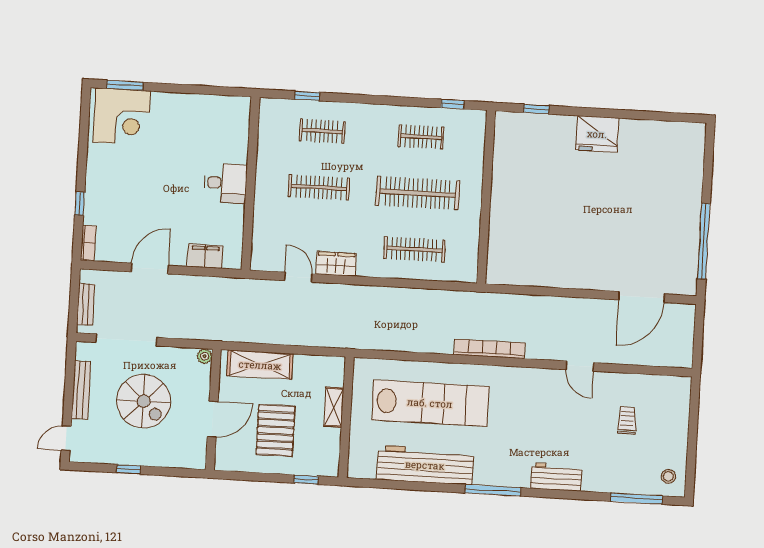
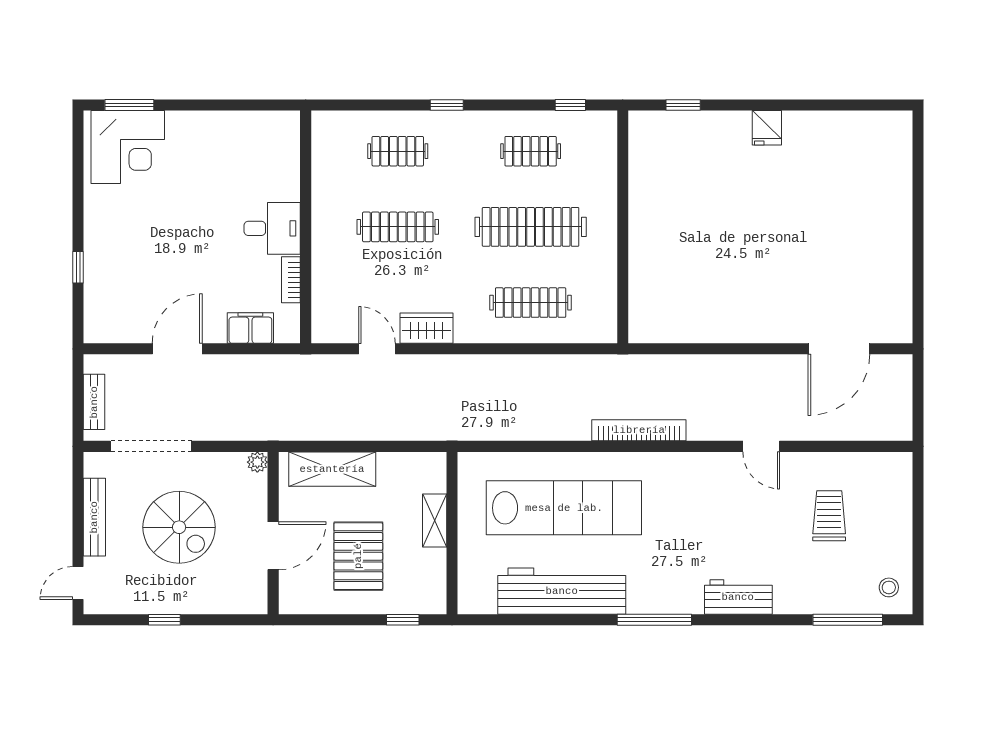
window: (307, 96) -> (447, 105), moved
fridge: (597, 134) -> (767, 128), width x0.53, depth x0.75
window: (704, 241) -> (918, 269), removed
bookcase: (88, 243) -> (291, 280), moved, turned 180
trolley: (627, 421) -> (829, 516), width x1.36, depth x1.39

